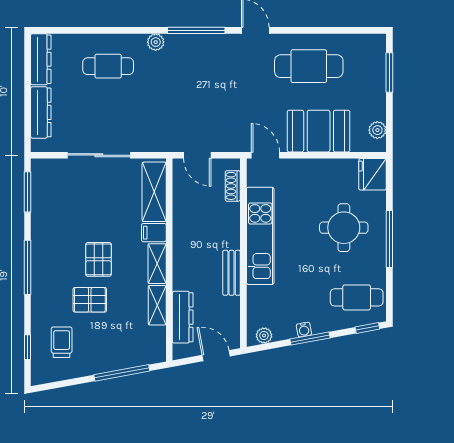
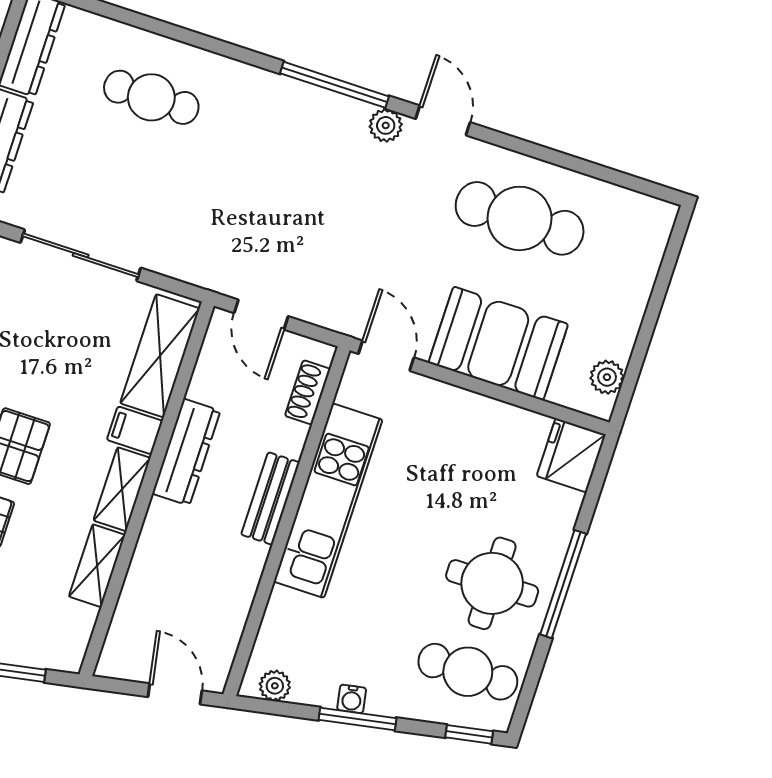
plant: (156, 42) -> (386, 125), moved
window: (389, 72) -> (664, 279), removed
round table: (344, 228) -> (492, 583), moved
bench: (232, 273) -> (270, 498), moved
dresser: (183, 317) -> (186, 452), moved

